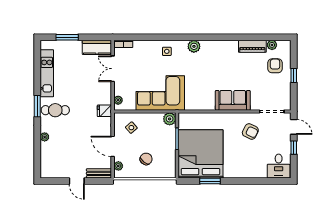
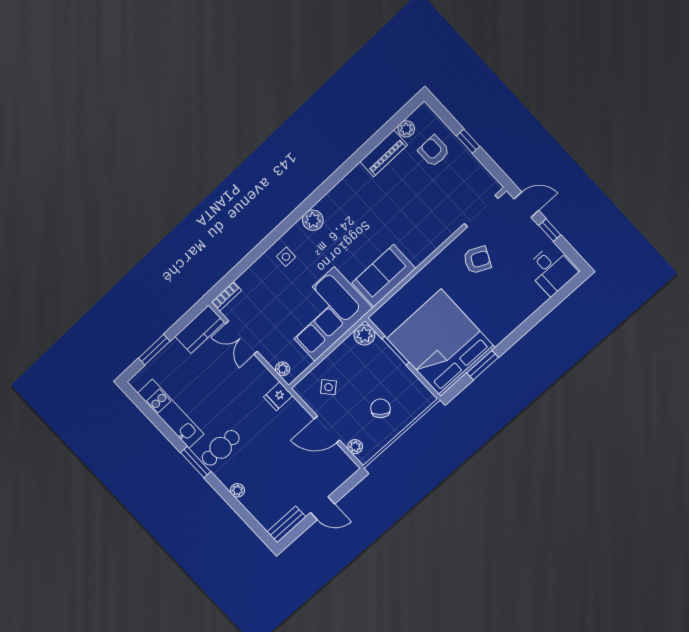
sofa: (233, 100) -> (384, 276), moved
bench: (99, 173) -> (286, 524), moved

